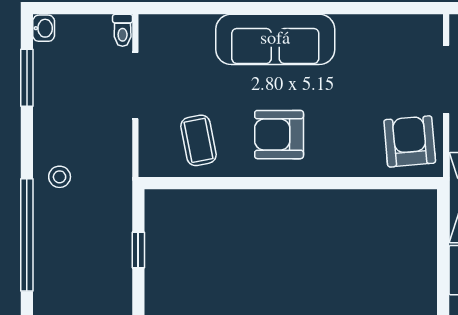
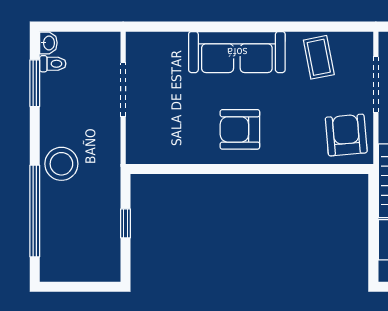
toilet: (123, 30) -> (53, 64), moved, turned -90
coffee table: (198, 140) -> (319, 57), moved
stool: (60, 177) -> (61, 164), width x1.89, depth x1.89

